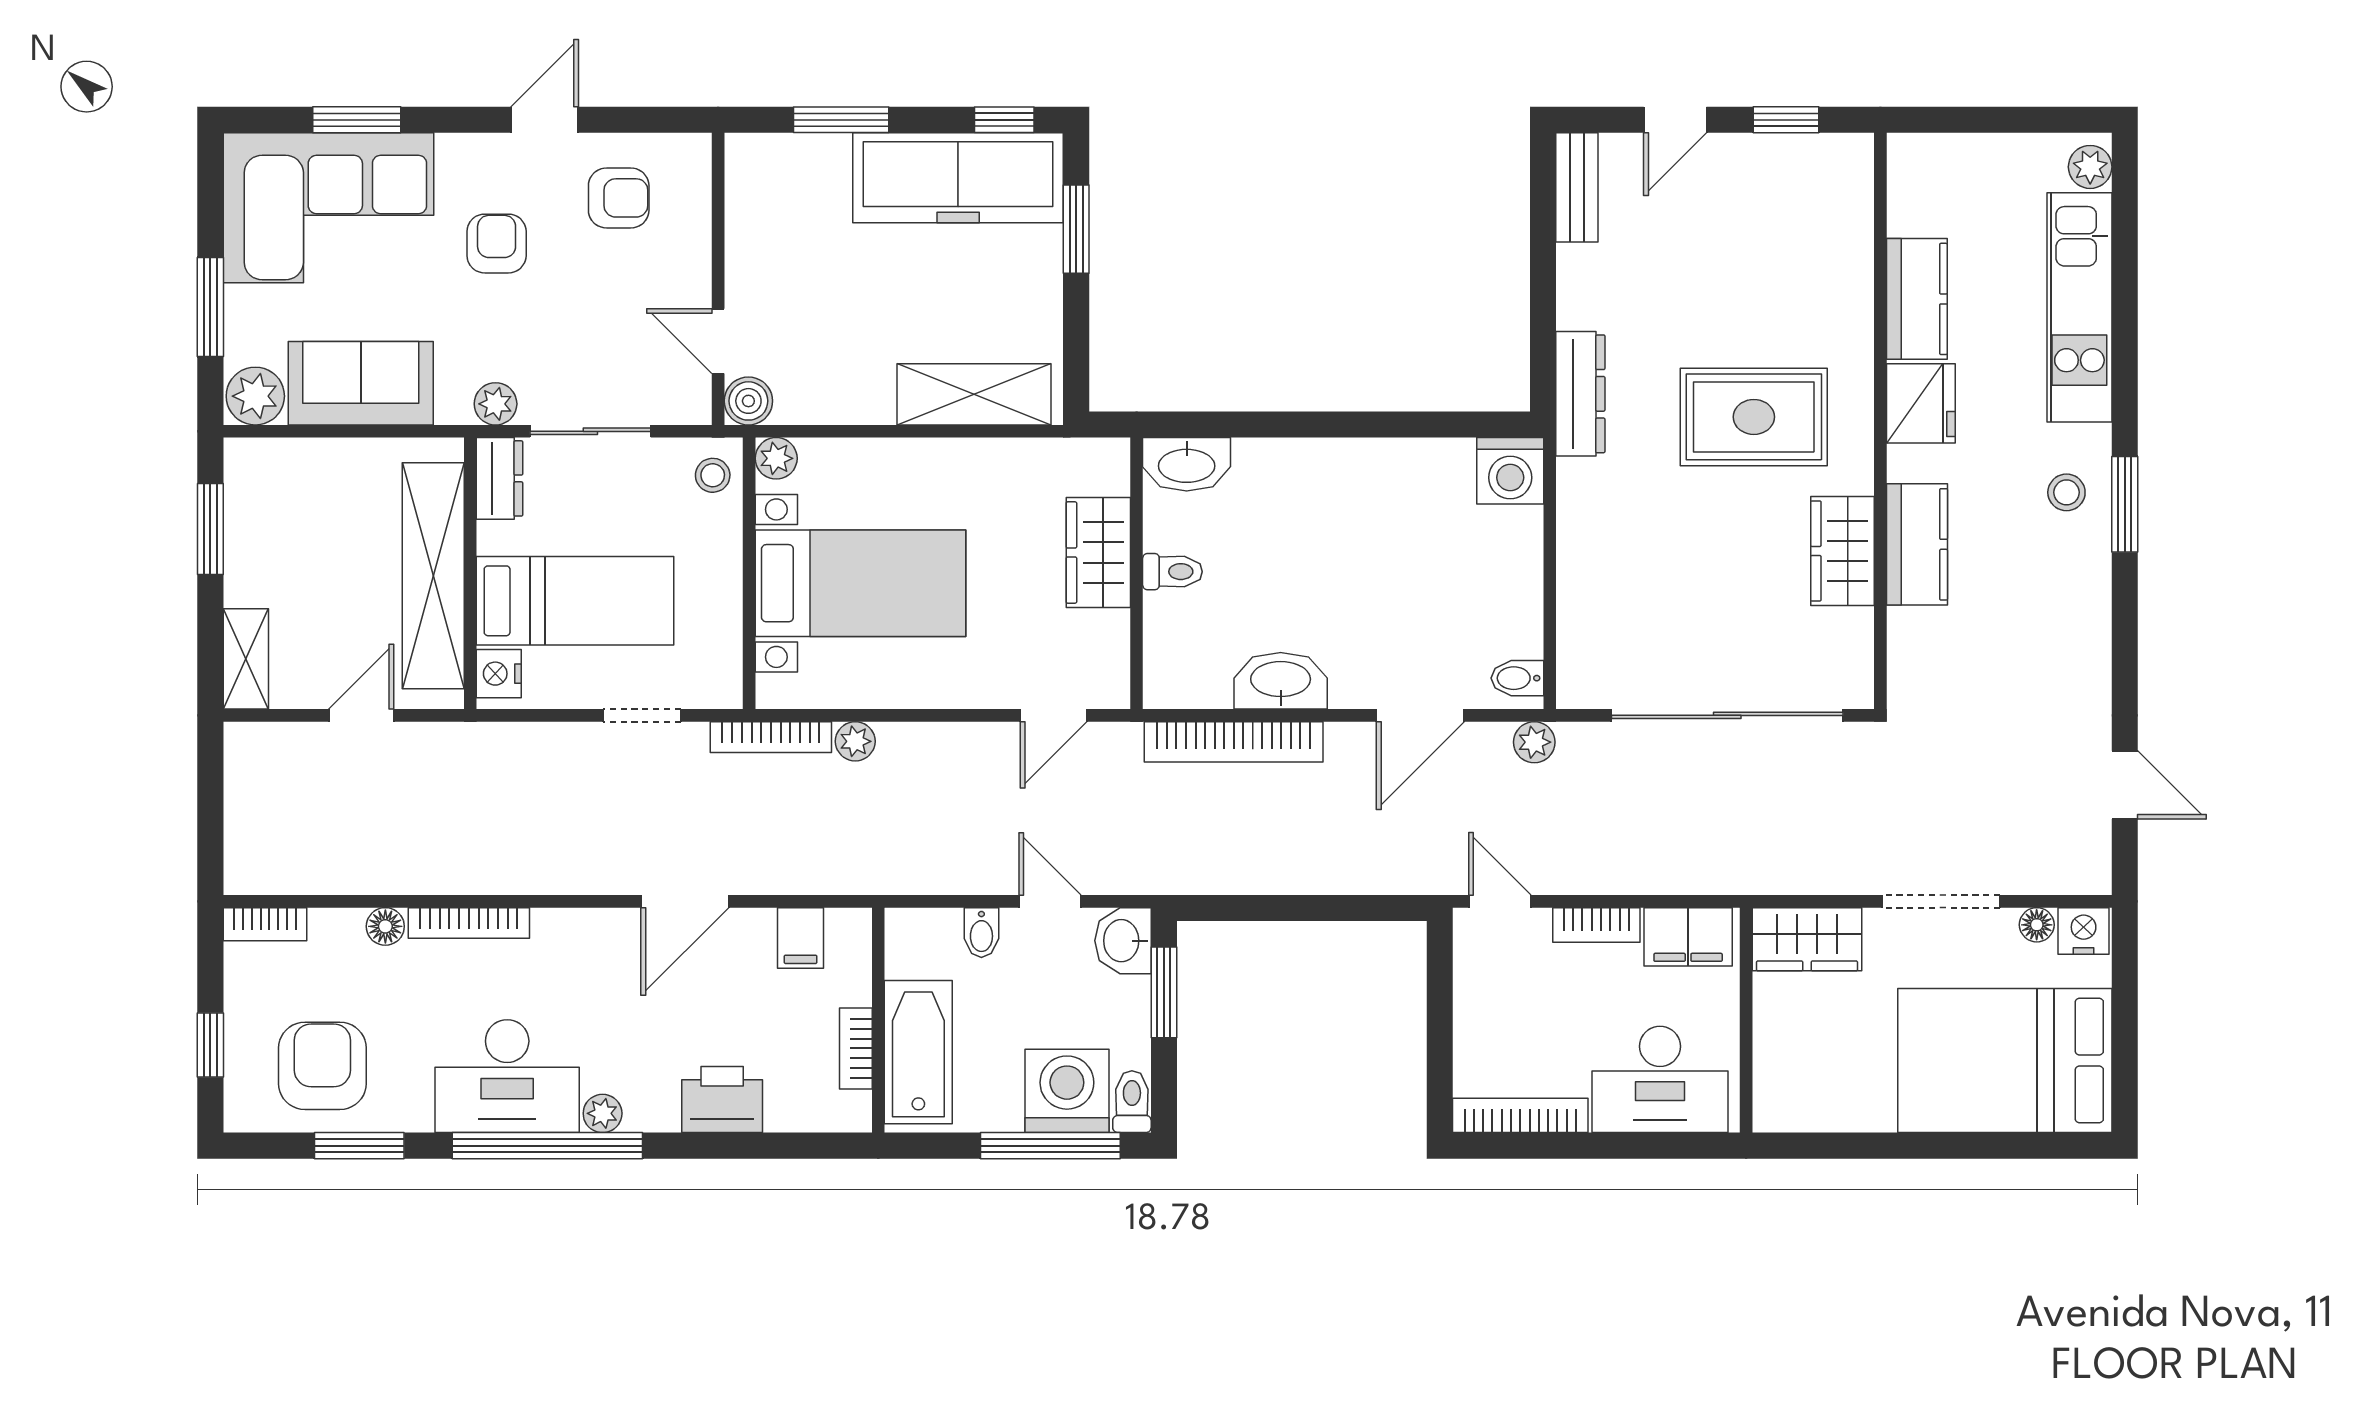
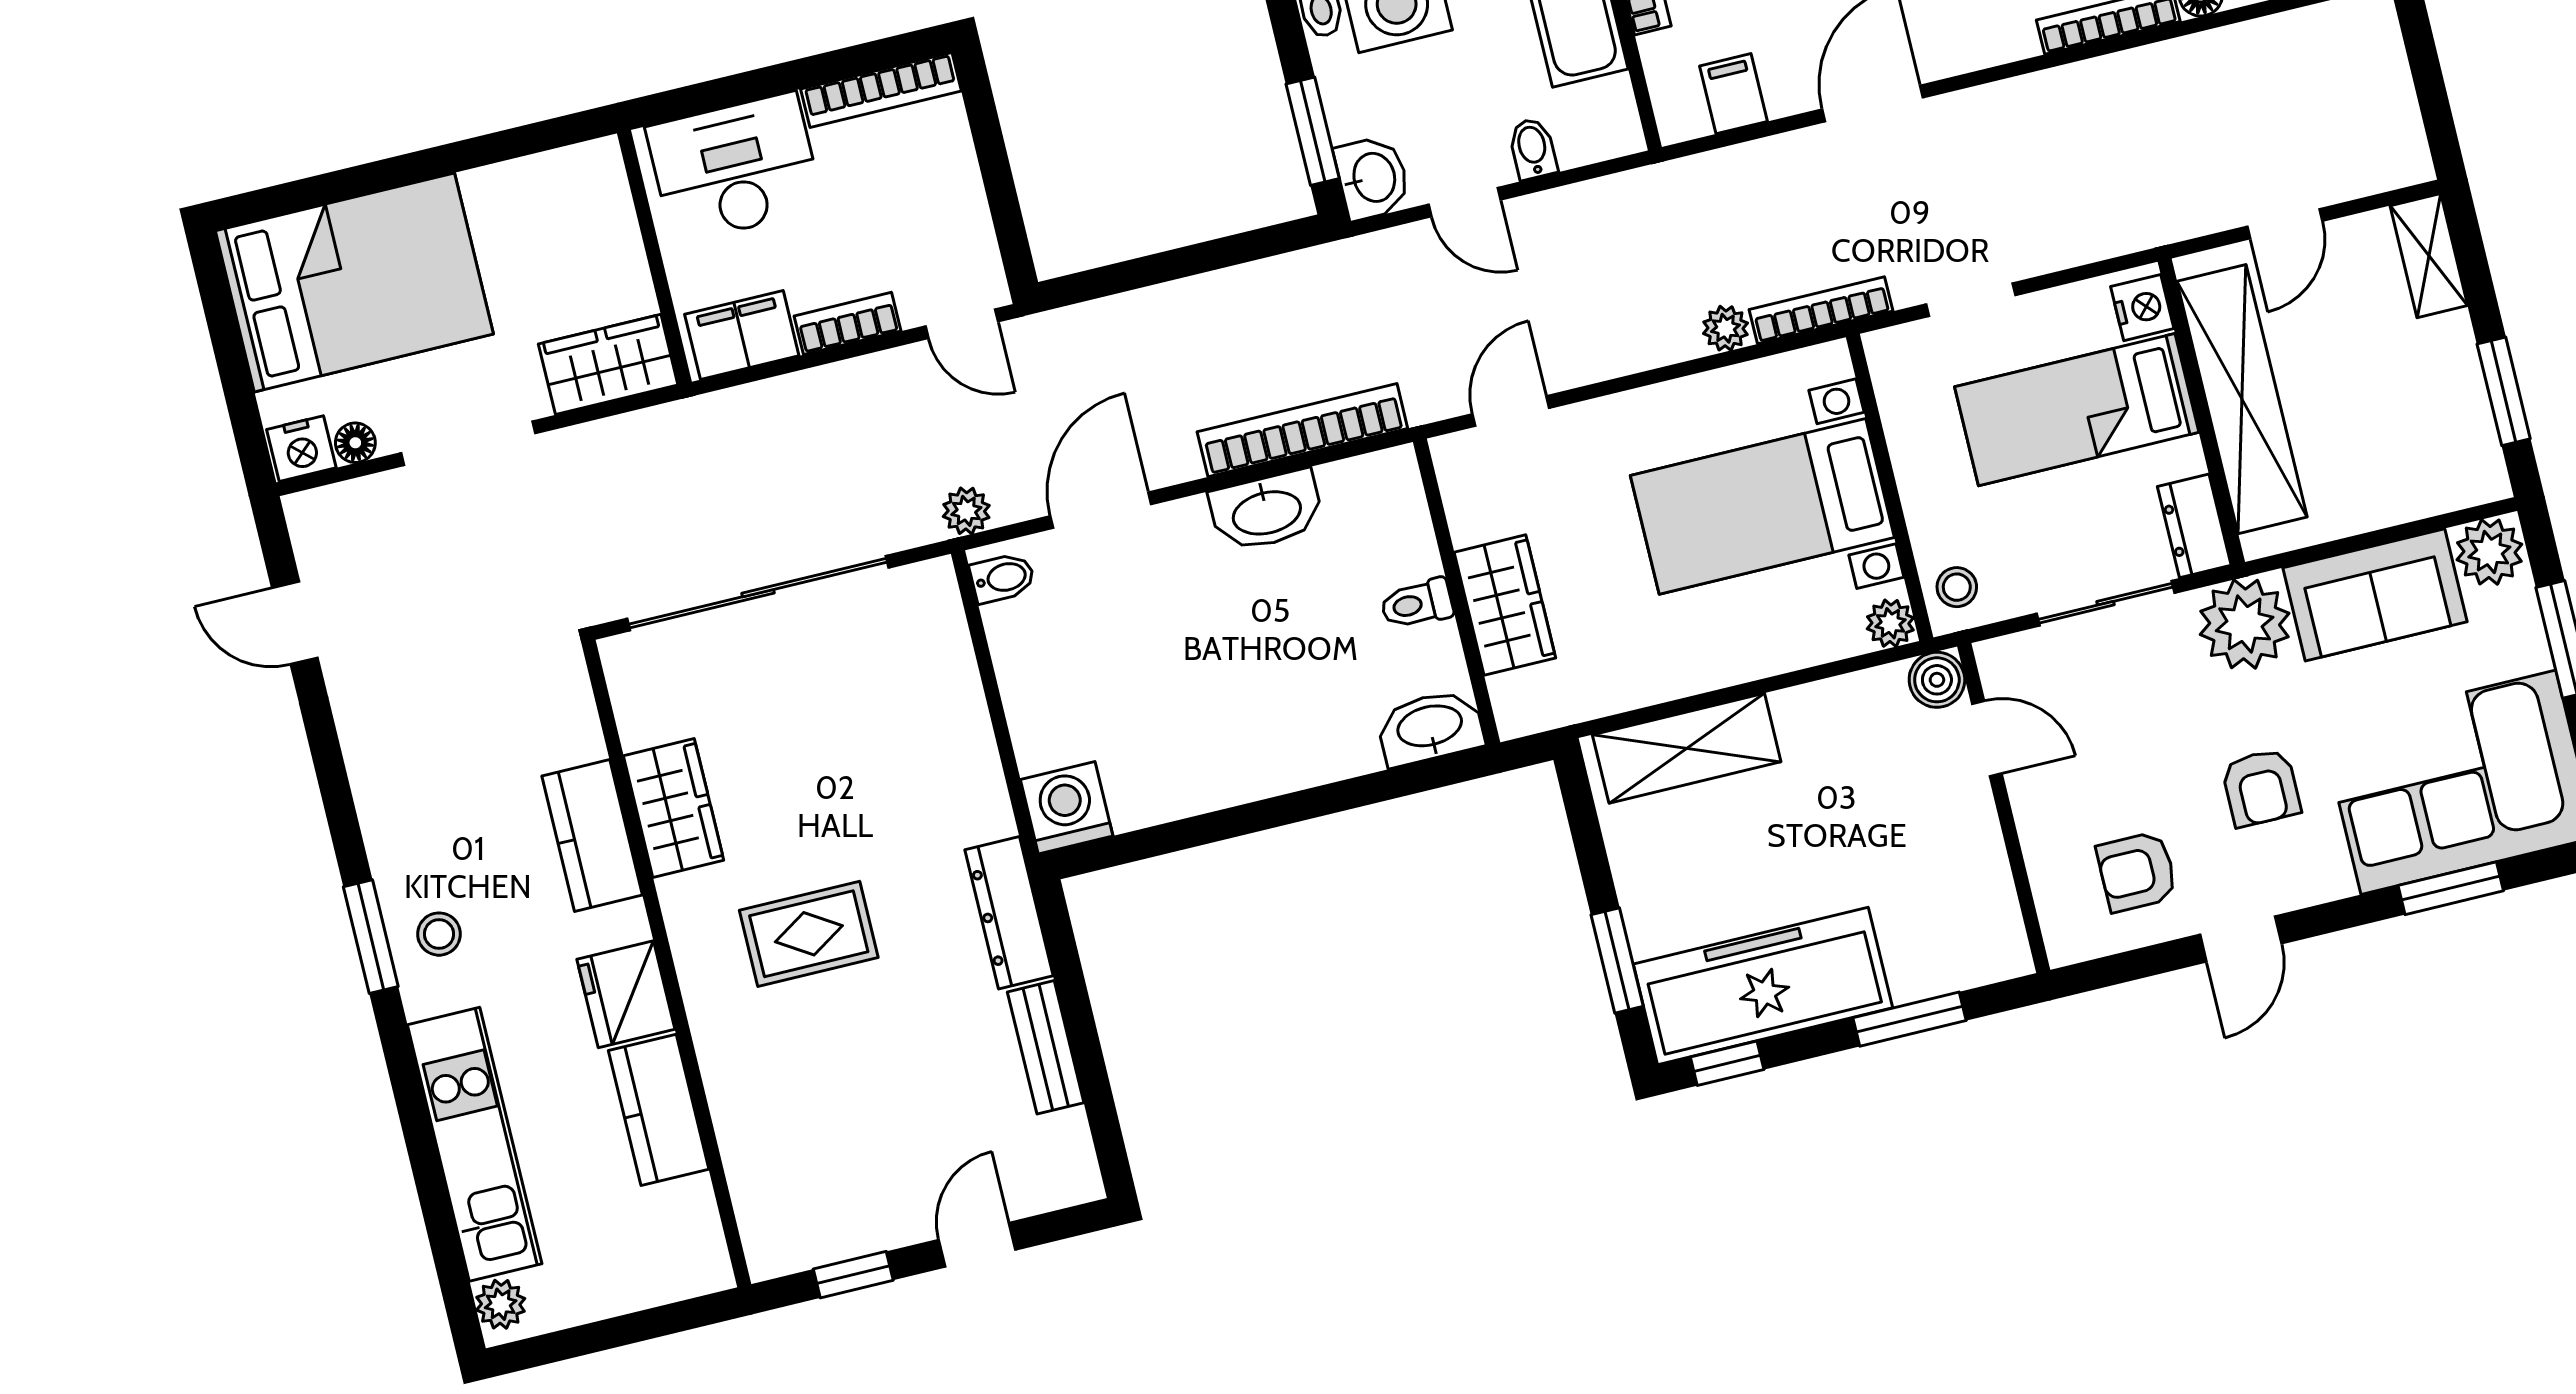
bench: (1577, 187) -> (1046, 1047), moved
plant: (496, 404) -> (2245, 624), width x1.88, depth x1.88
rug: (1754, 417) -> (809, 934), width x0.73, depth x0.70

